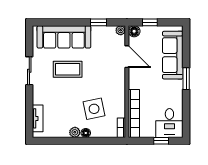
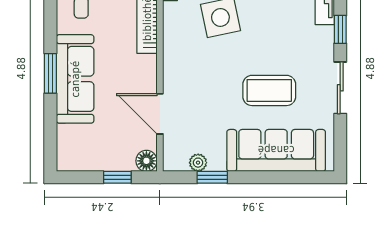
plant: (121, 30) -> (198, 163), moved
sofa: (173, 55) -> (75, 79), moved
window: (29, 102) -> (340, 29), added

